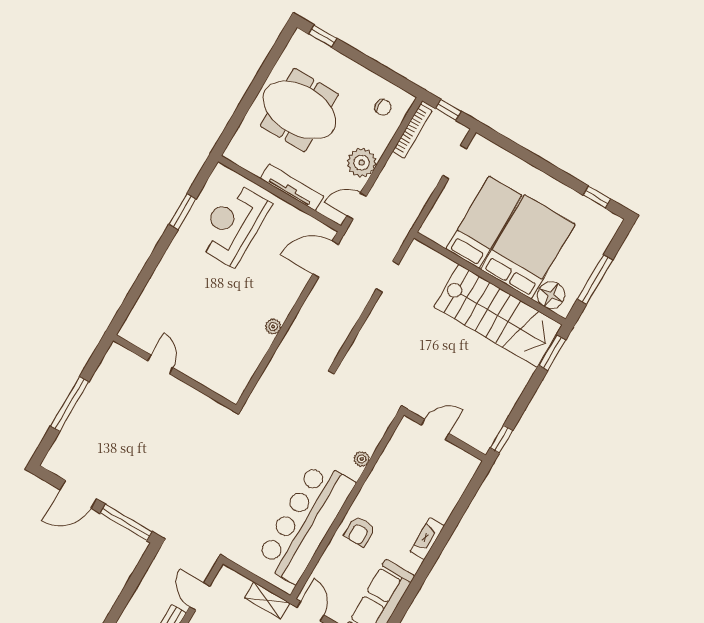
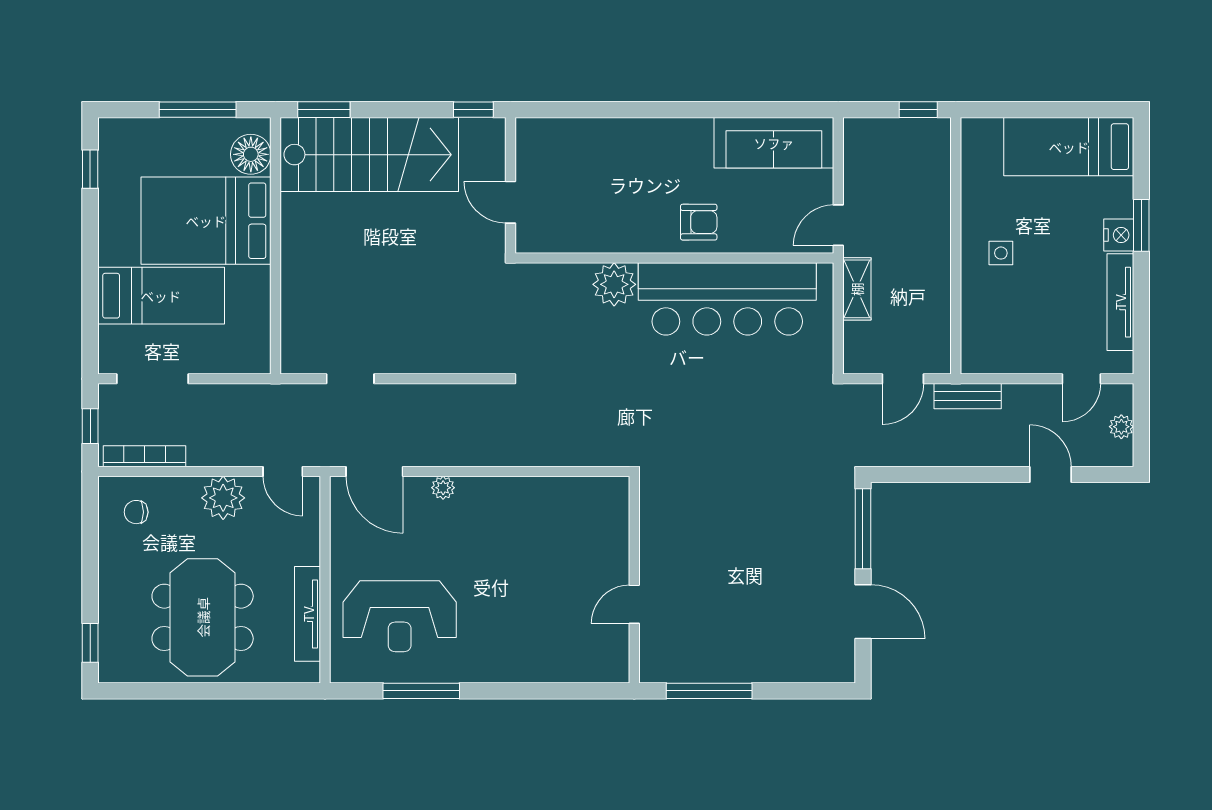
chair: (383, 107) -> (136, 512), turned -90
doorway: (455, 162) -> (152, 379), width x1.38
tv unit: (292, 187) -> (308, 614), moved
window: (183, 212) -> (421, 691), width x1.44
bed: (484, 222) -> (161, 296), moved, turned 180
stairs: (498, 316) -> (369, 155), moved, turned 90
plant: (273, 327) -> (443, 488), moved
window: (70, 404) -> (709, 691), moved
plant: (362, 459) -> (614, 284), width x1.88, depth x1.88
fireplace: (427, 539) -> (657, 130), removed

